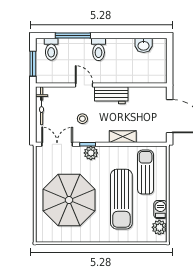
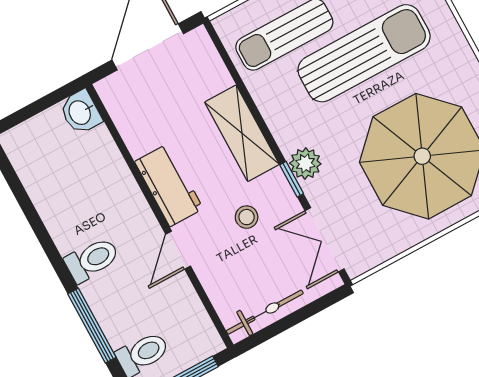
washbasin: (144, 45) -> (81, 112), moved, turned 180
shelving: (123, 137) -> (242, 133), width x1.50, depth x1.33

